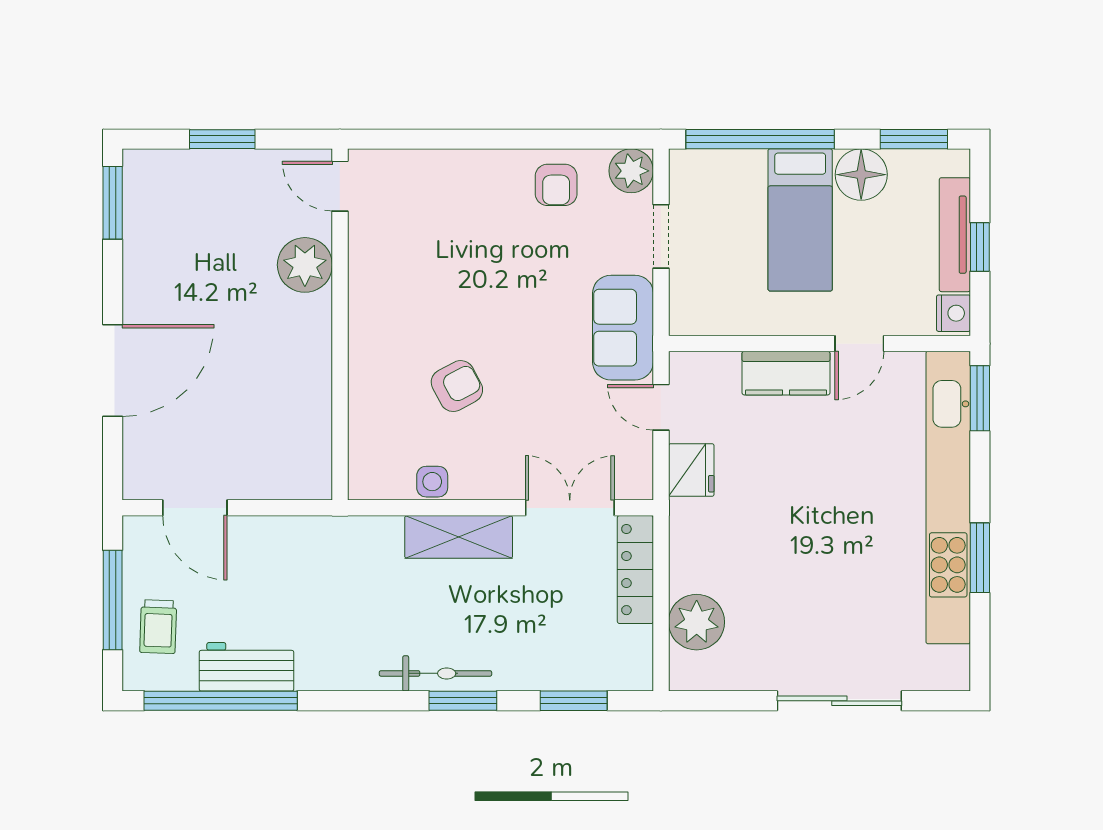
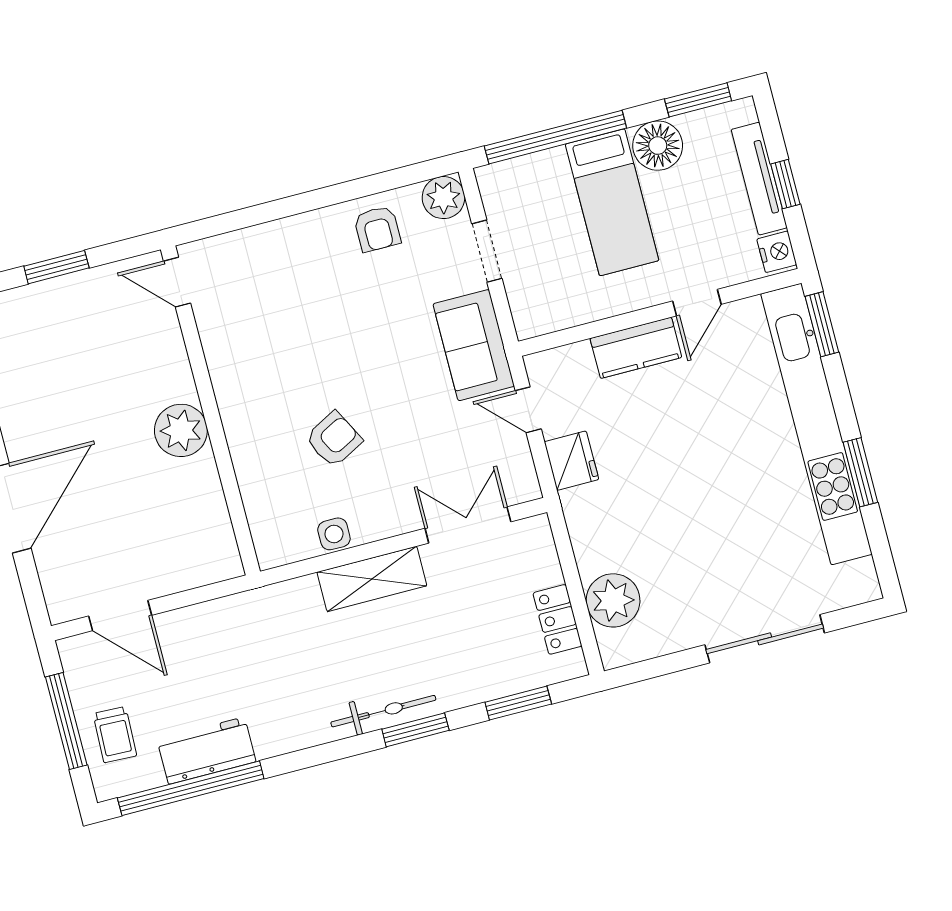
plant: (305, 265) -> (181, 430), moved
locker: (635, 570) -> (557, 619), moved, width x0.66

